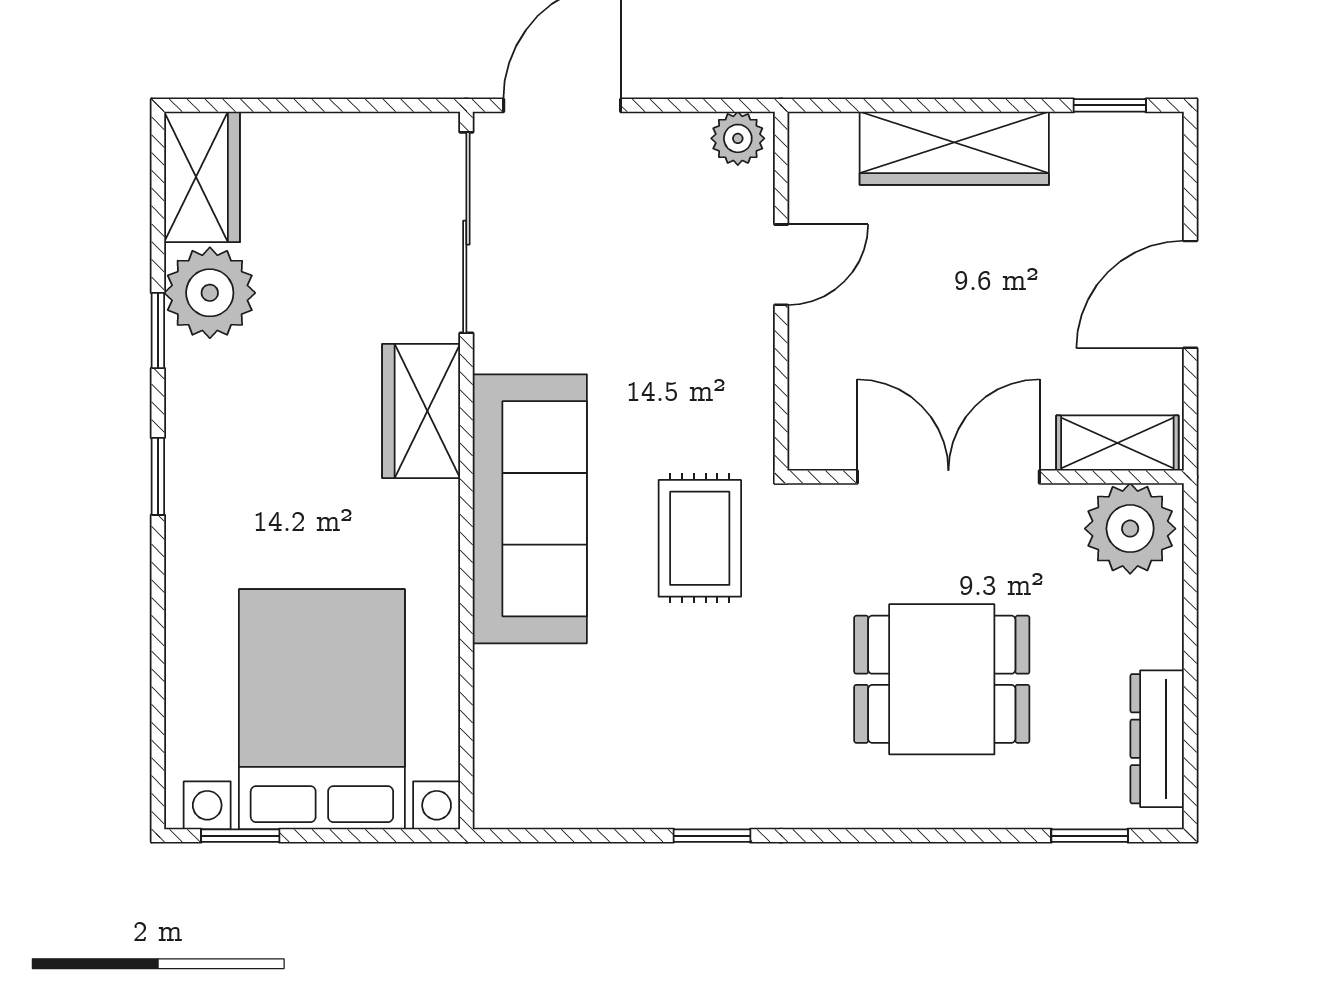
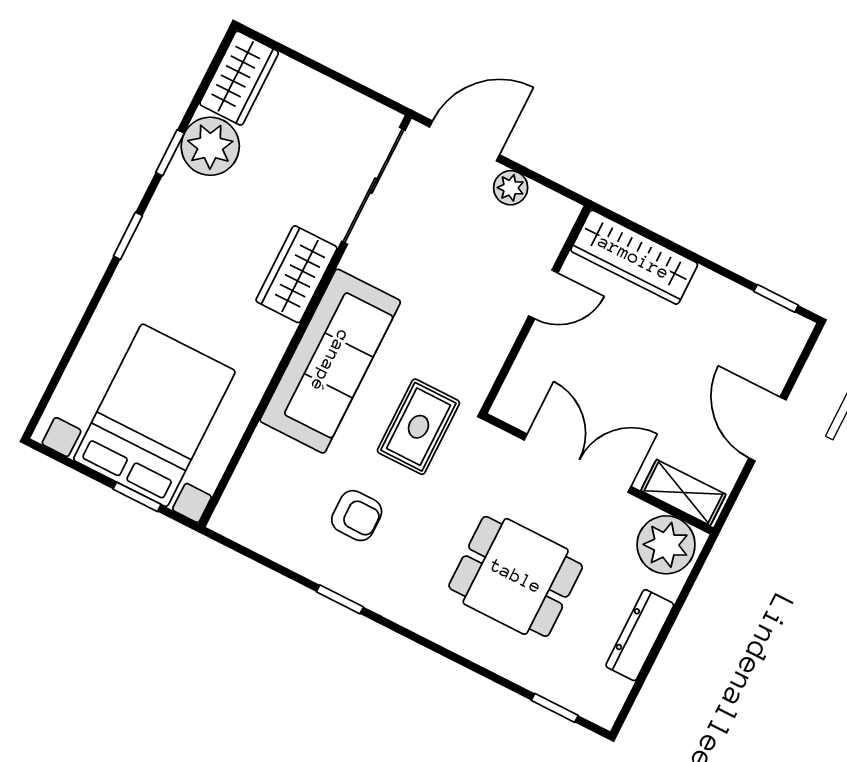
plant: (738, 138) -> (511, 188), moved
wardrobe: (954, 148) -> (634, 257), moved
door: (1190, 294) -> (768, 429), hinge flipped
armchair: (676, 706) -> (357, 516), added
dresser: (1157, 739) -> (640, 635), moved
window: (240, 836) -> (137, 497), moved

